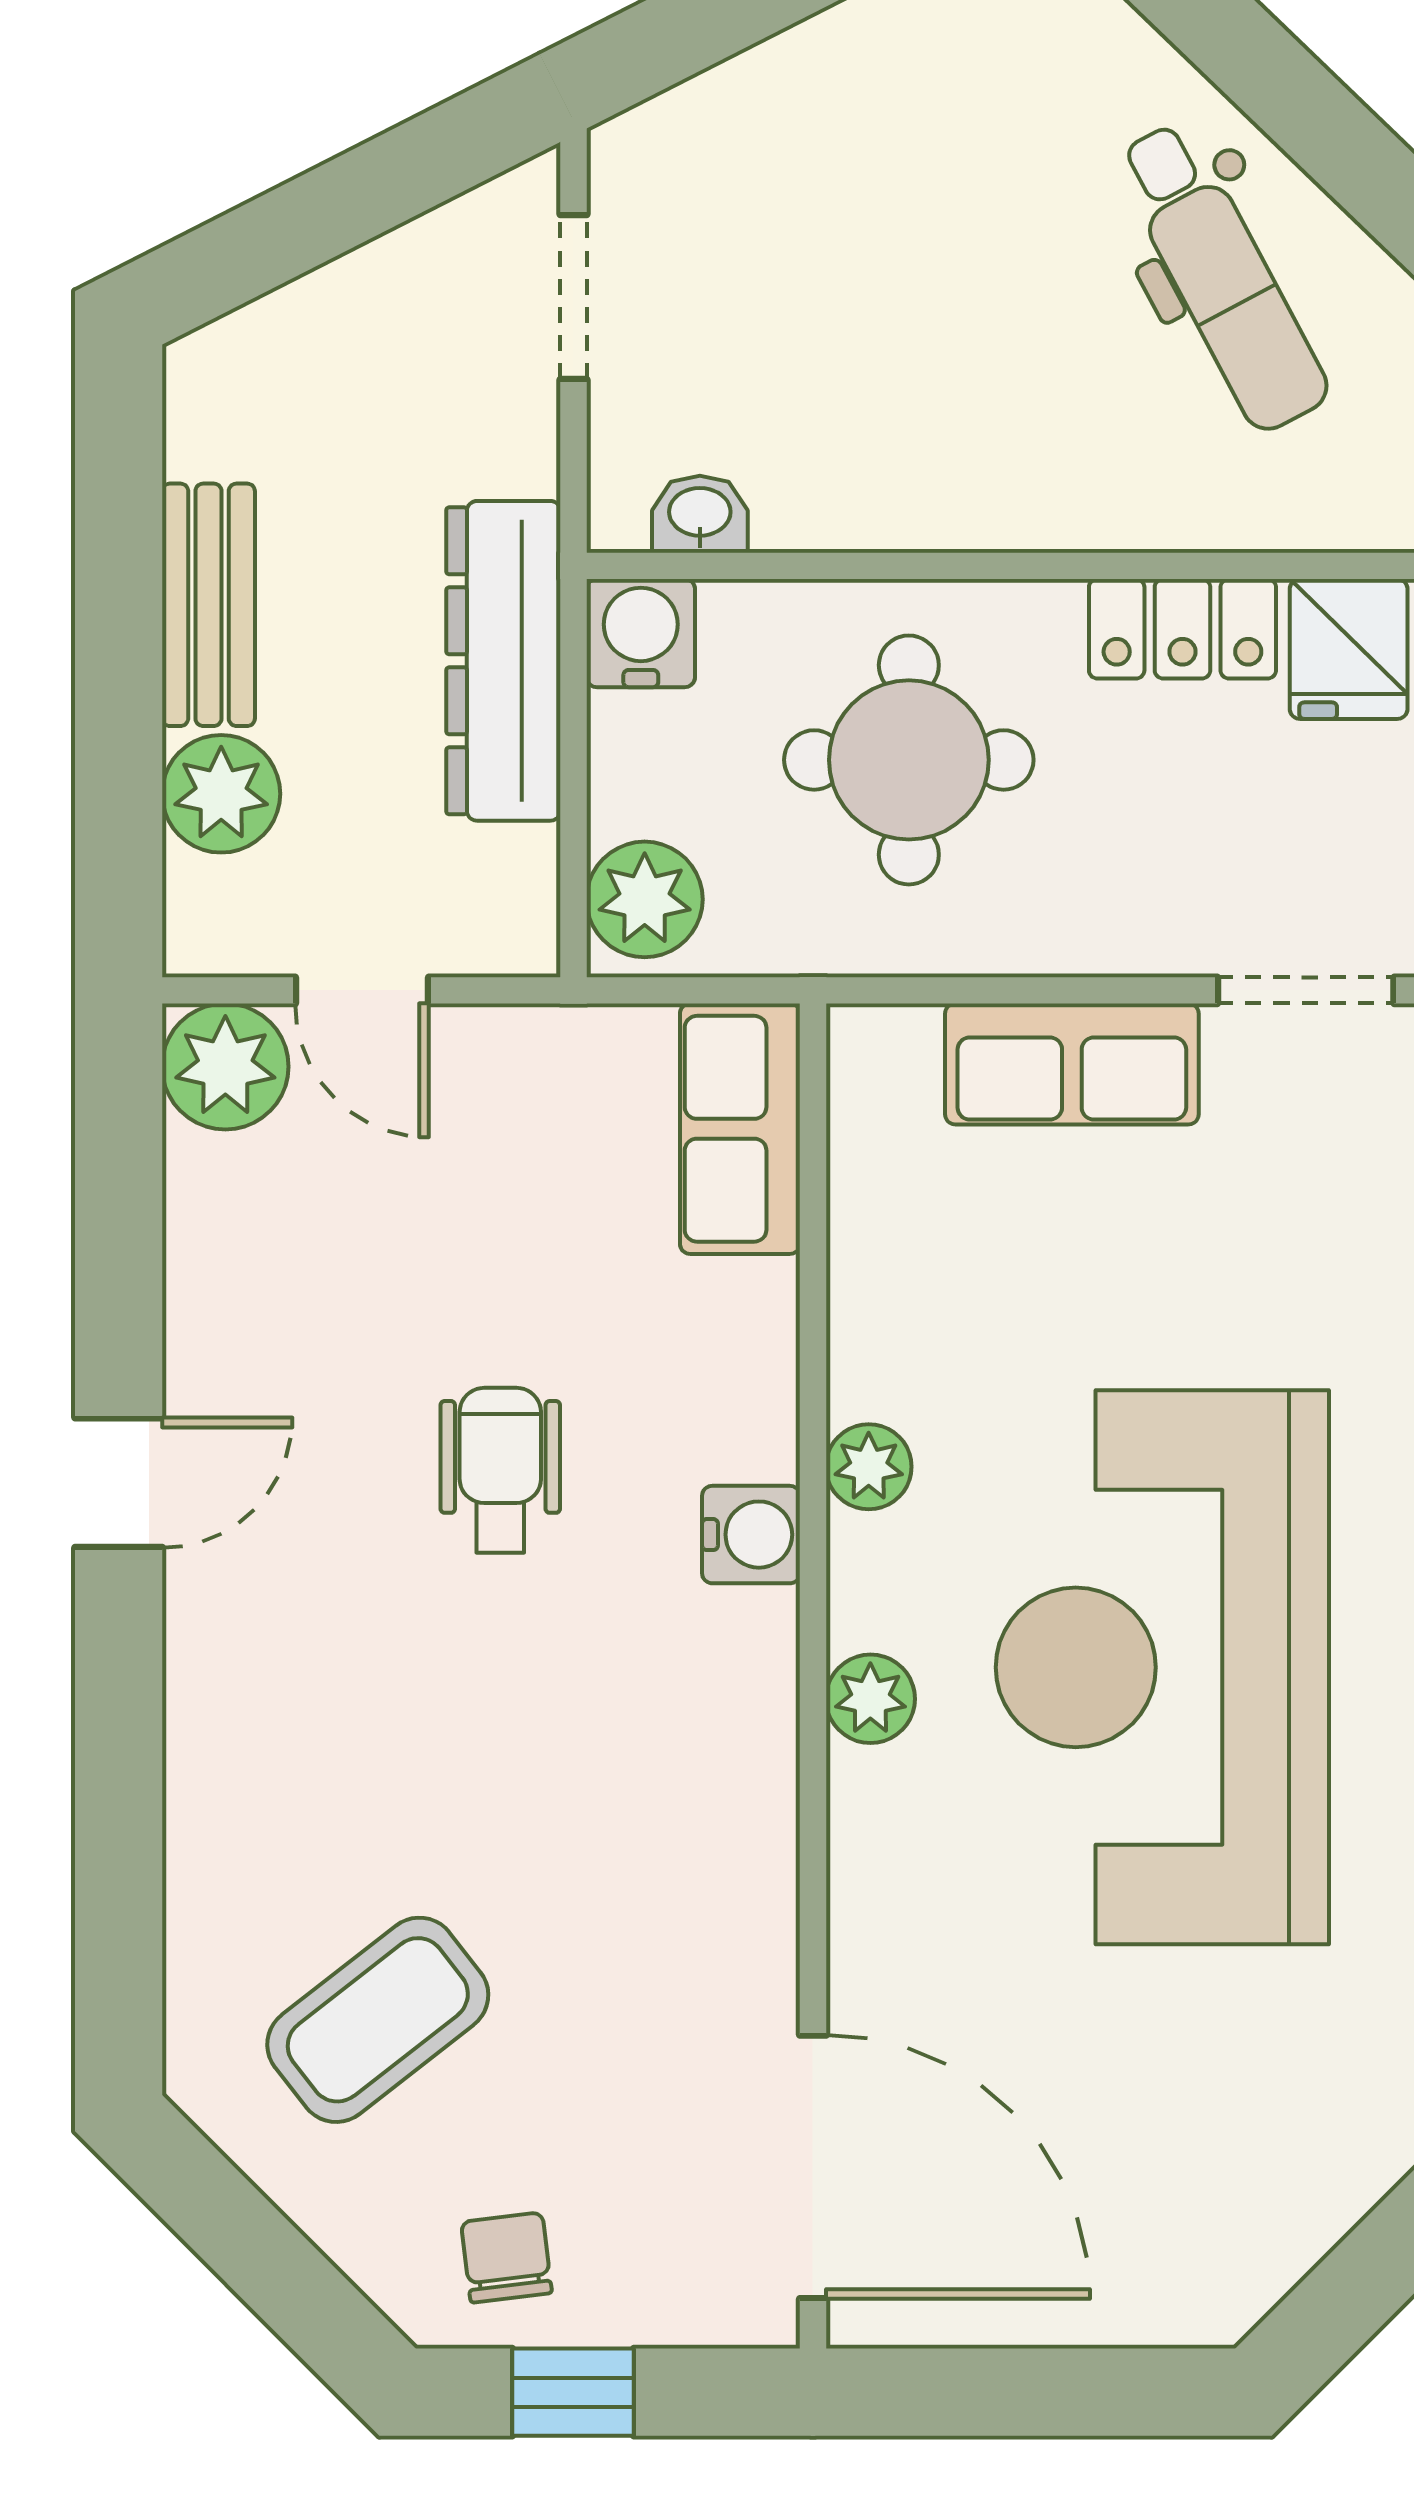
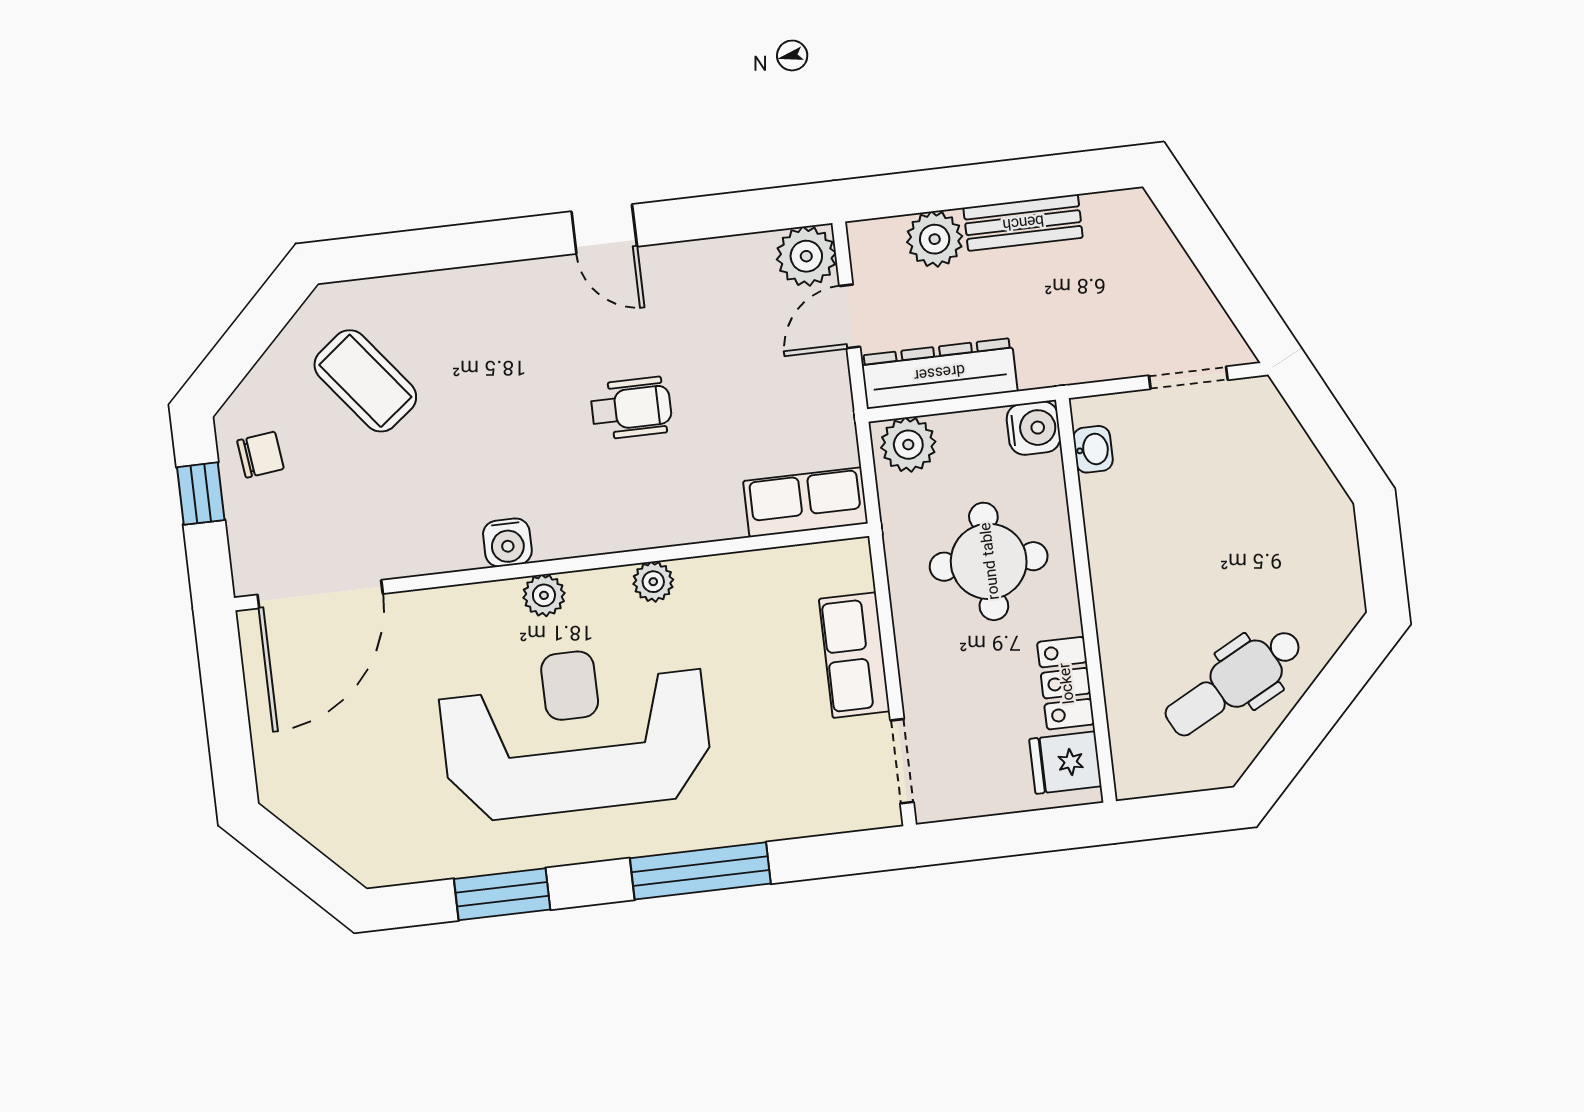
dresser: (503, 661) -> (939, 373), moved
water cooler: (751, 1535) -> (507, 543), moved

